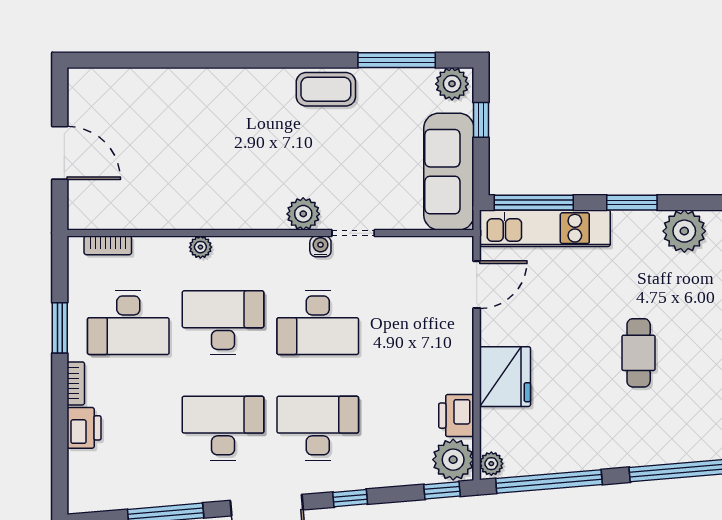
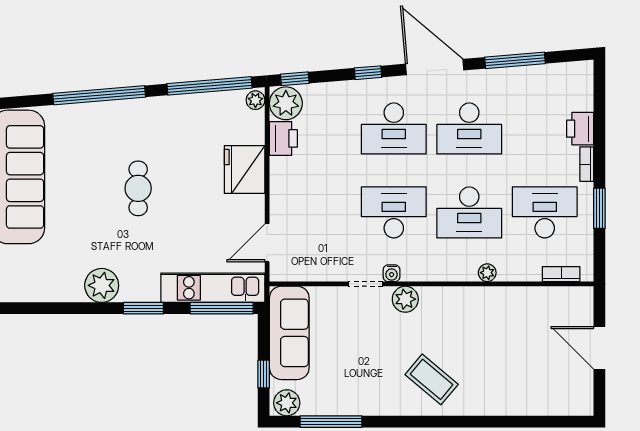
coffee table: (326, 89) -> (432, 379), moved, turned 40

